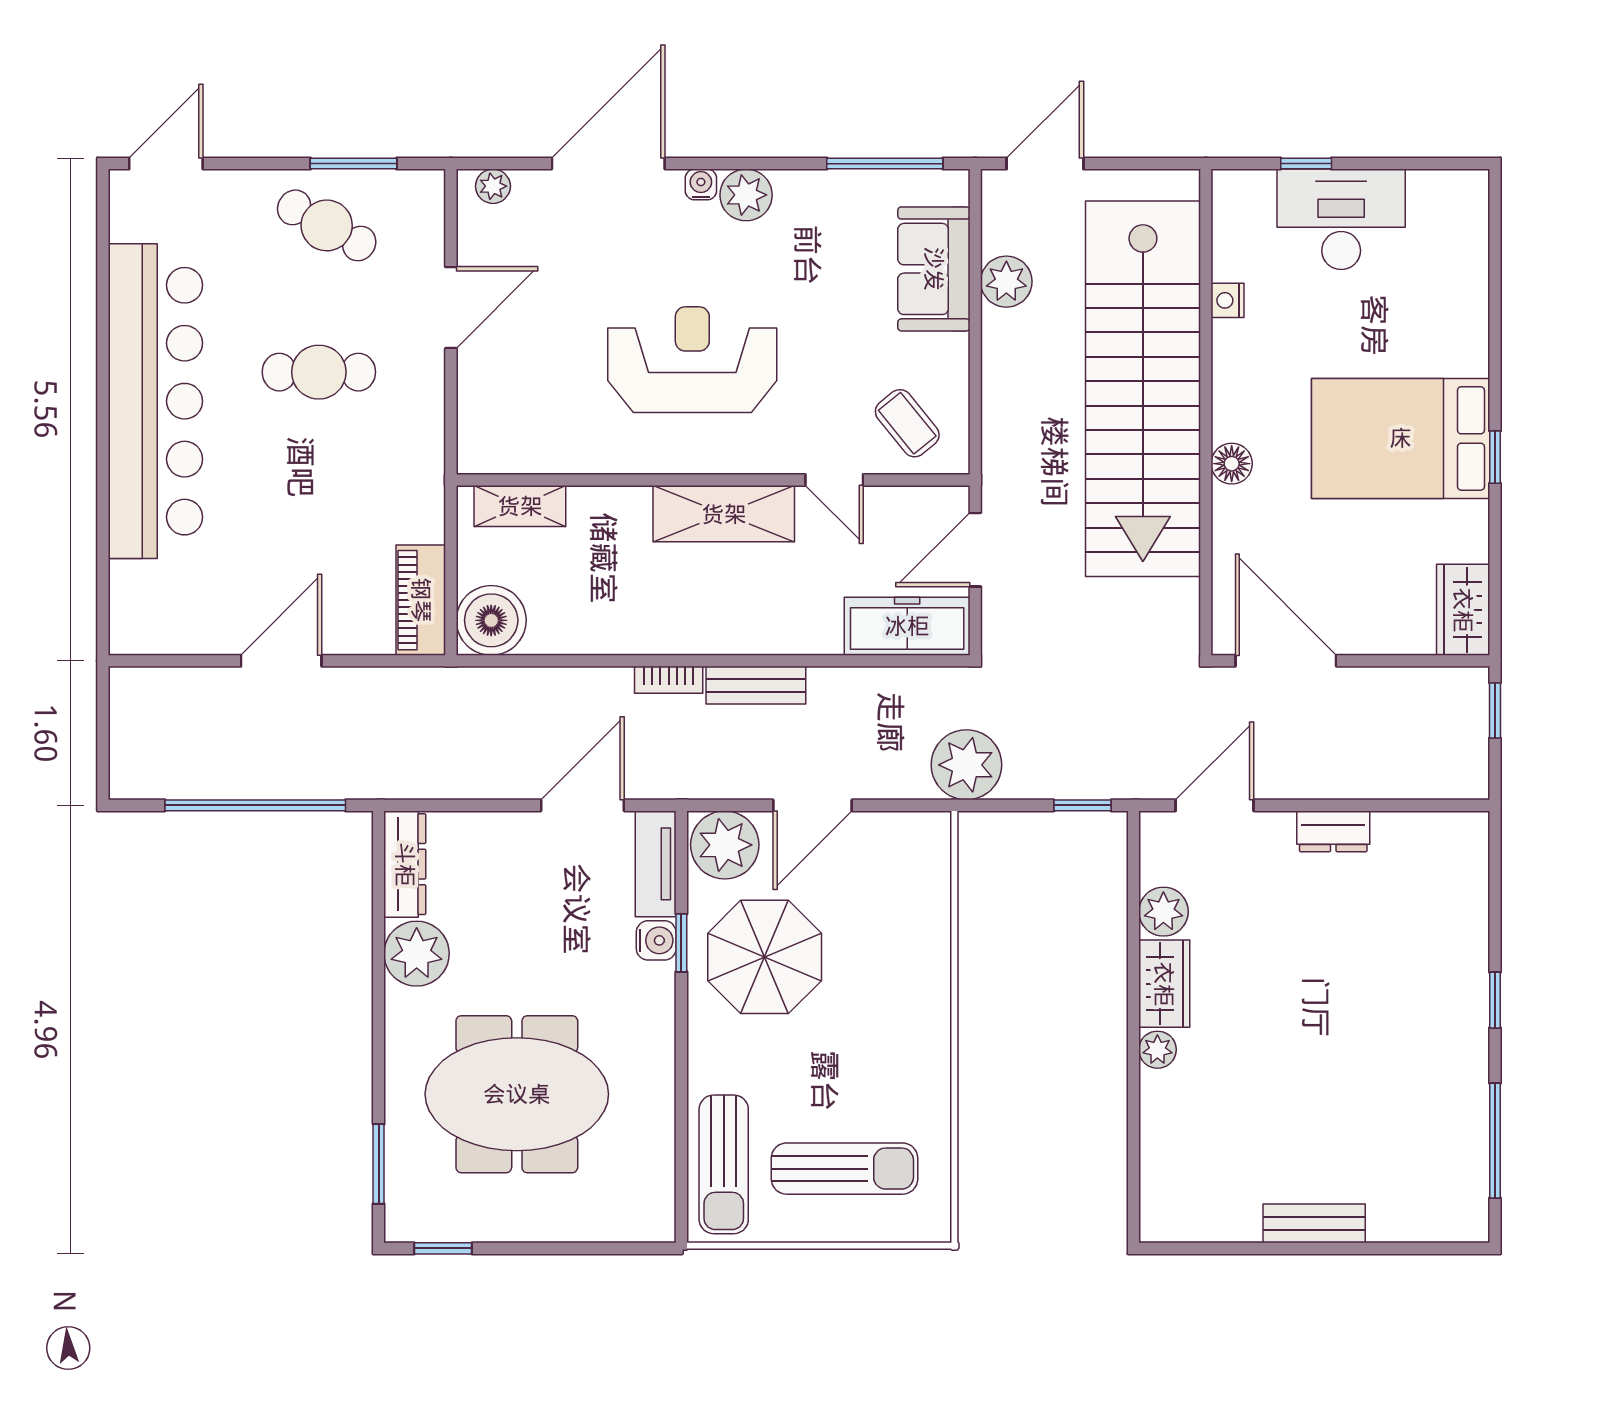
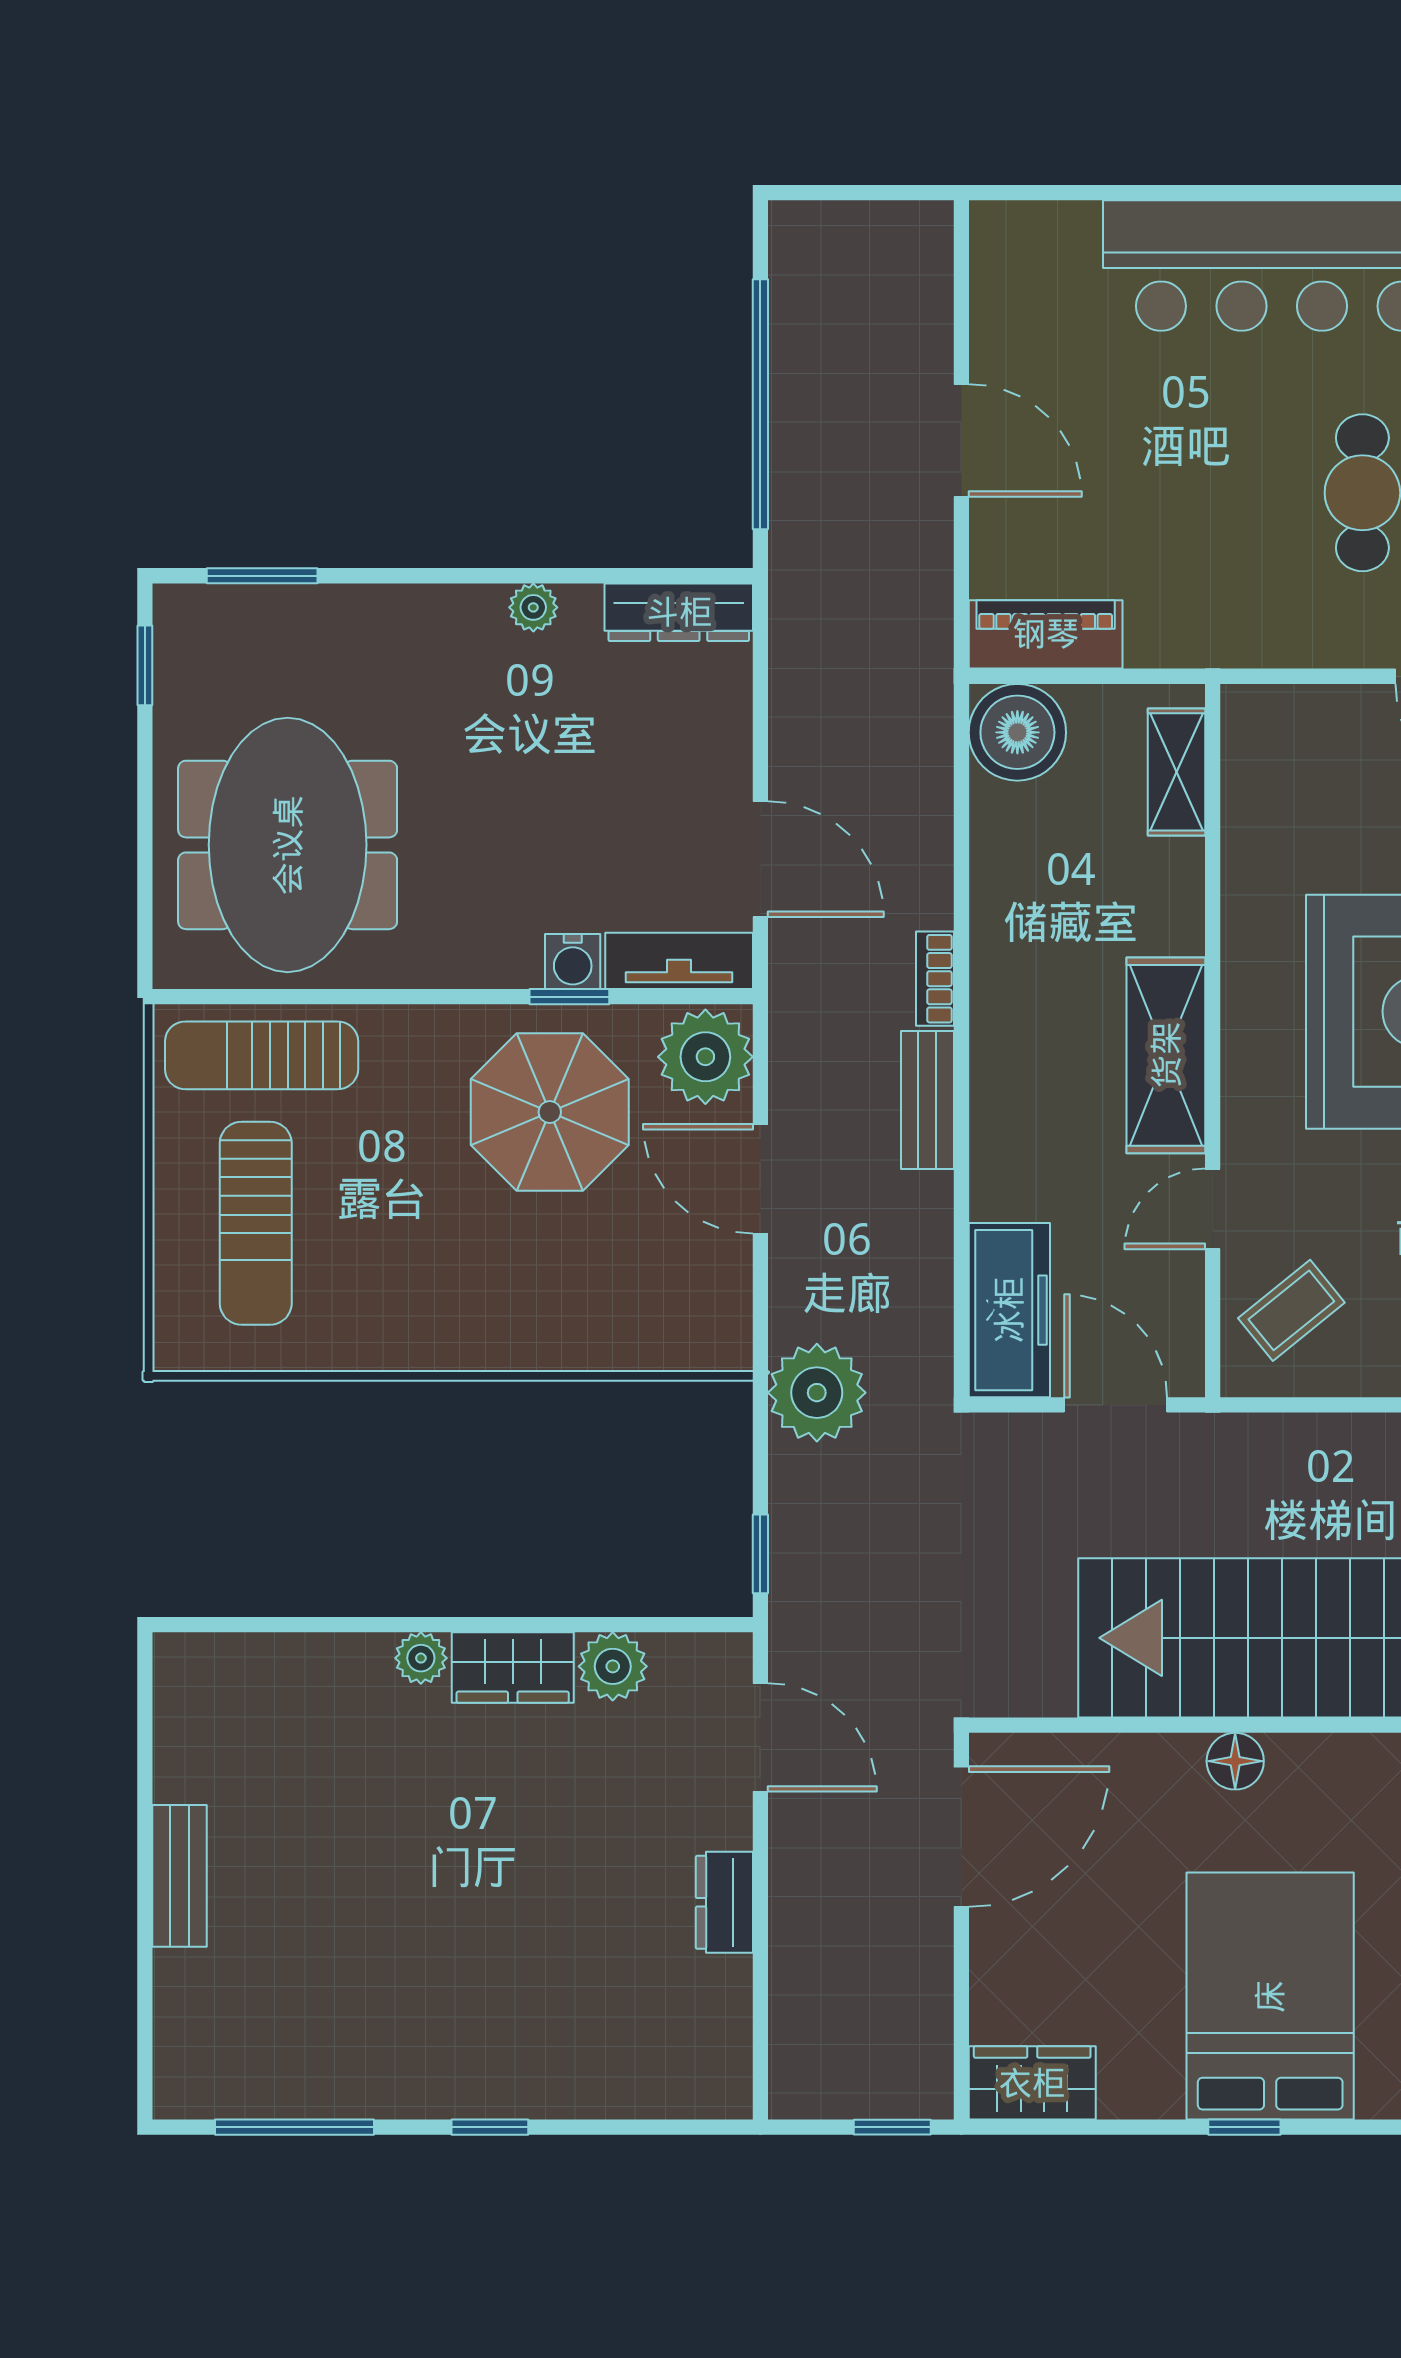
plant: (417, 954) -> (533, 607), width x0.53, depth x0.53
meeting table: (517, 1094) -> (288, 845), moved

